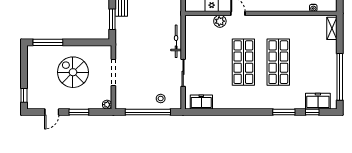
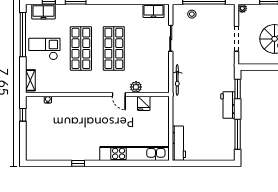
bicycle: (176, 41) -> (177, 80), moved
checkout: (317, 62) -> (44, 49), added

